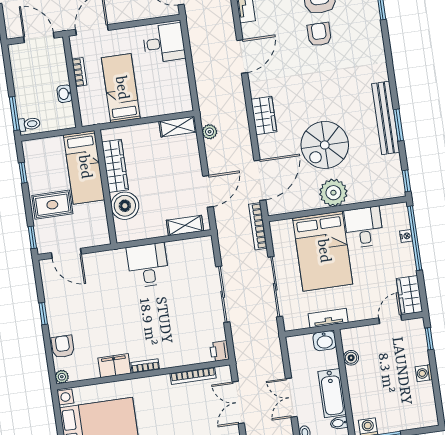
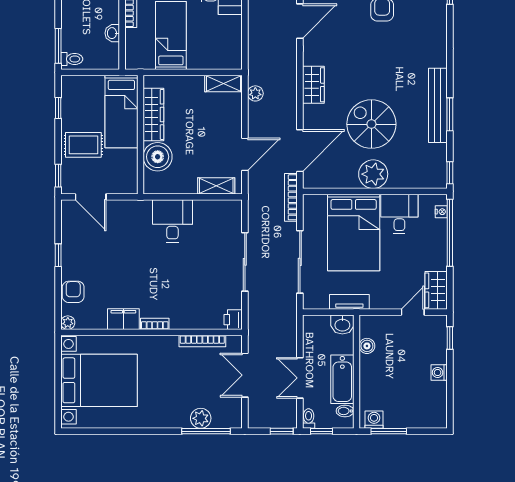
spiral stairs: (325, 145) -> (371, 124), turned 90
nightstand: (406, 236) -> (441, 212), moved

